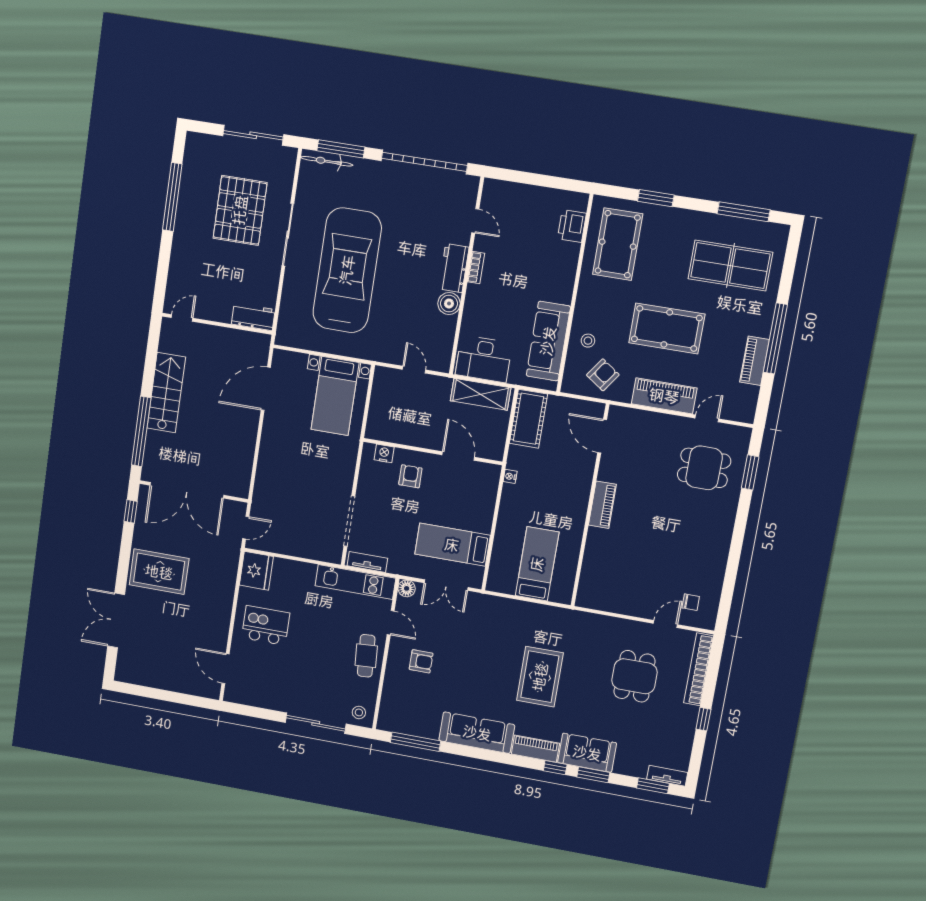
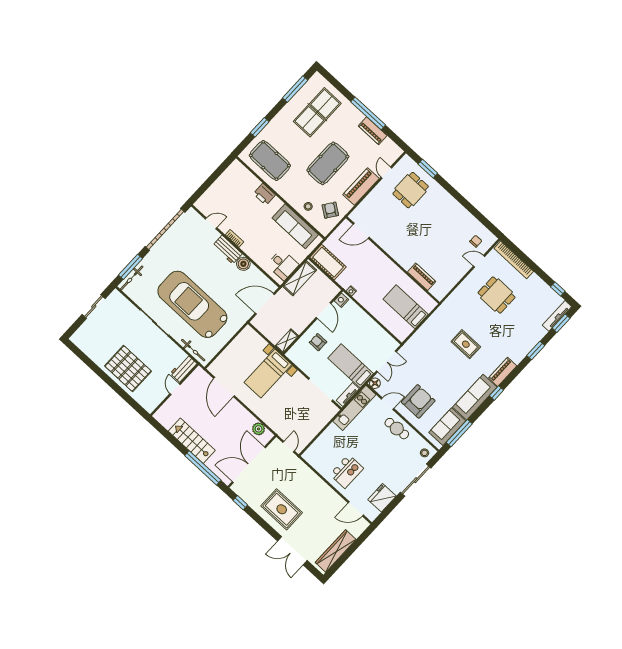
sliding door: (253, 135) -> (94, 307), width x0.73
window: (172, 197) -> (96, 369), removed
pallet: (240, 210) -> (128, 369), moved
printer: (572, 226) -> (264, 194), moved
bicycle: (286, 313) -> (193, 350), added
door: (182, 318) -> (175, 389), moved
desk: (484, 359) -> (283, 265), width x0.73
door: (414, 370) -> (265, 304), width x1.87
bed with nightstands: (335, 396) -> (268, 373), moved, turned 90
shelving: (384, 433) -> (287, 341), added
nightstand: (384, 453) -> (341, 300), moved
door: (458, 456) -> (324, 311), swing flipped
plant: (242, 472) -> (259, 429), added
double door: (187, 490) -> (249, 465), swing flipped
piano: (602, 505) -> (422, 277), moved
bed: (452, 545) -> (351, 366), moved, turned 90
fridge: (256, 571) -> (382, 498), moved, turned -90
rug: (159, 572) -> (282, 509), turned 90
door: (665, 624) -> (479, 261), hinge flipped
kitchen island: (266, 625) -> (347, 471), turned 180
armchair: (421, 661) -> (418, 401), width x1.88, depth x1.88
wardrobe: (154, 677) -> (336, 551), added
rug: (540, 677) -> (466, 344), width x0.73, depth x0.70
window: (703, 719) -> (558, 289), moved
sofa: (587, 753) -> (447, 427), moved
window: (555, 768) -> (496, 393), moved
tv unit: (667, 776) -> (557, 316), width x1.41

